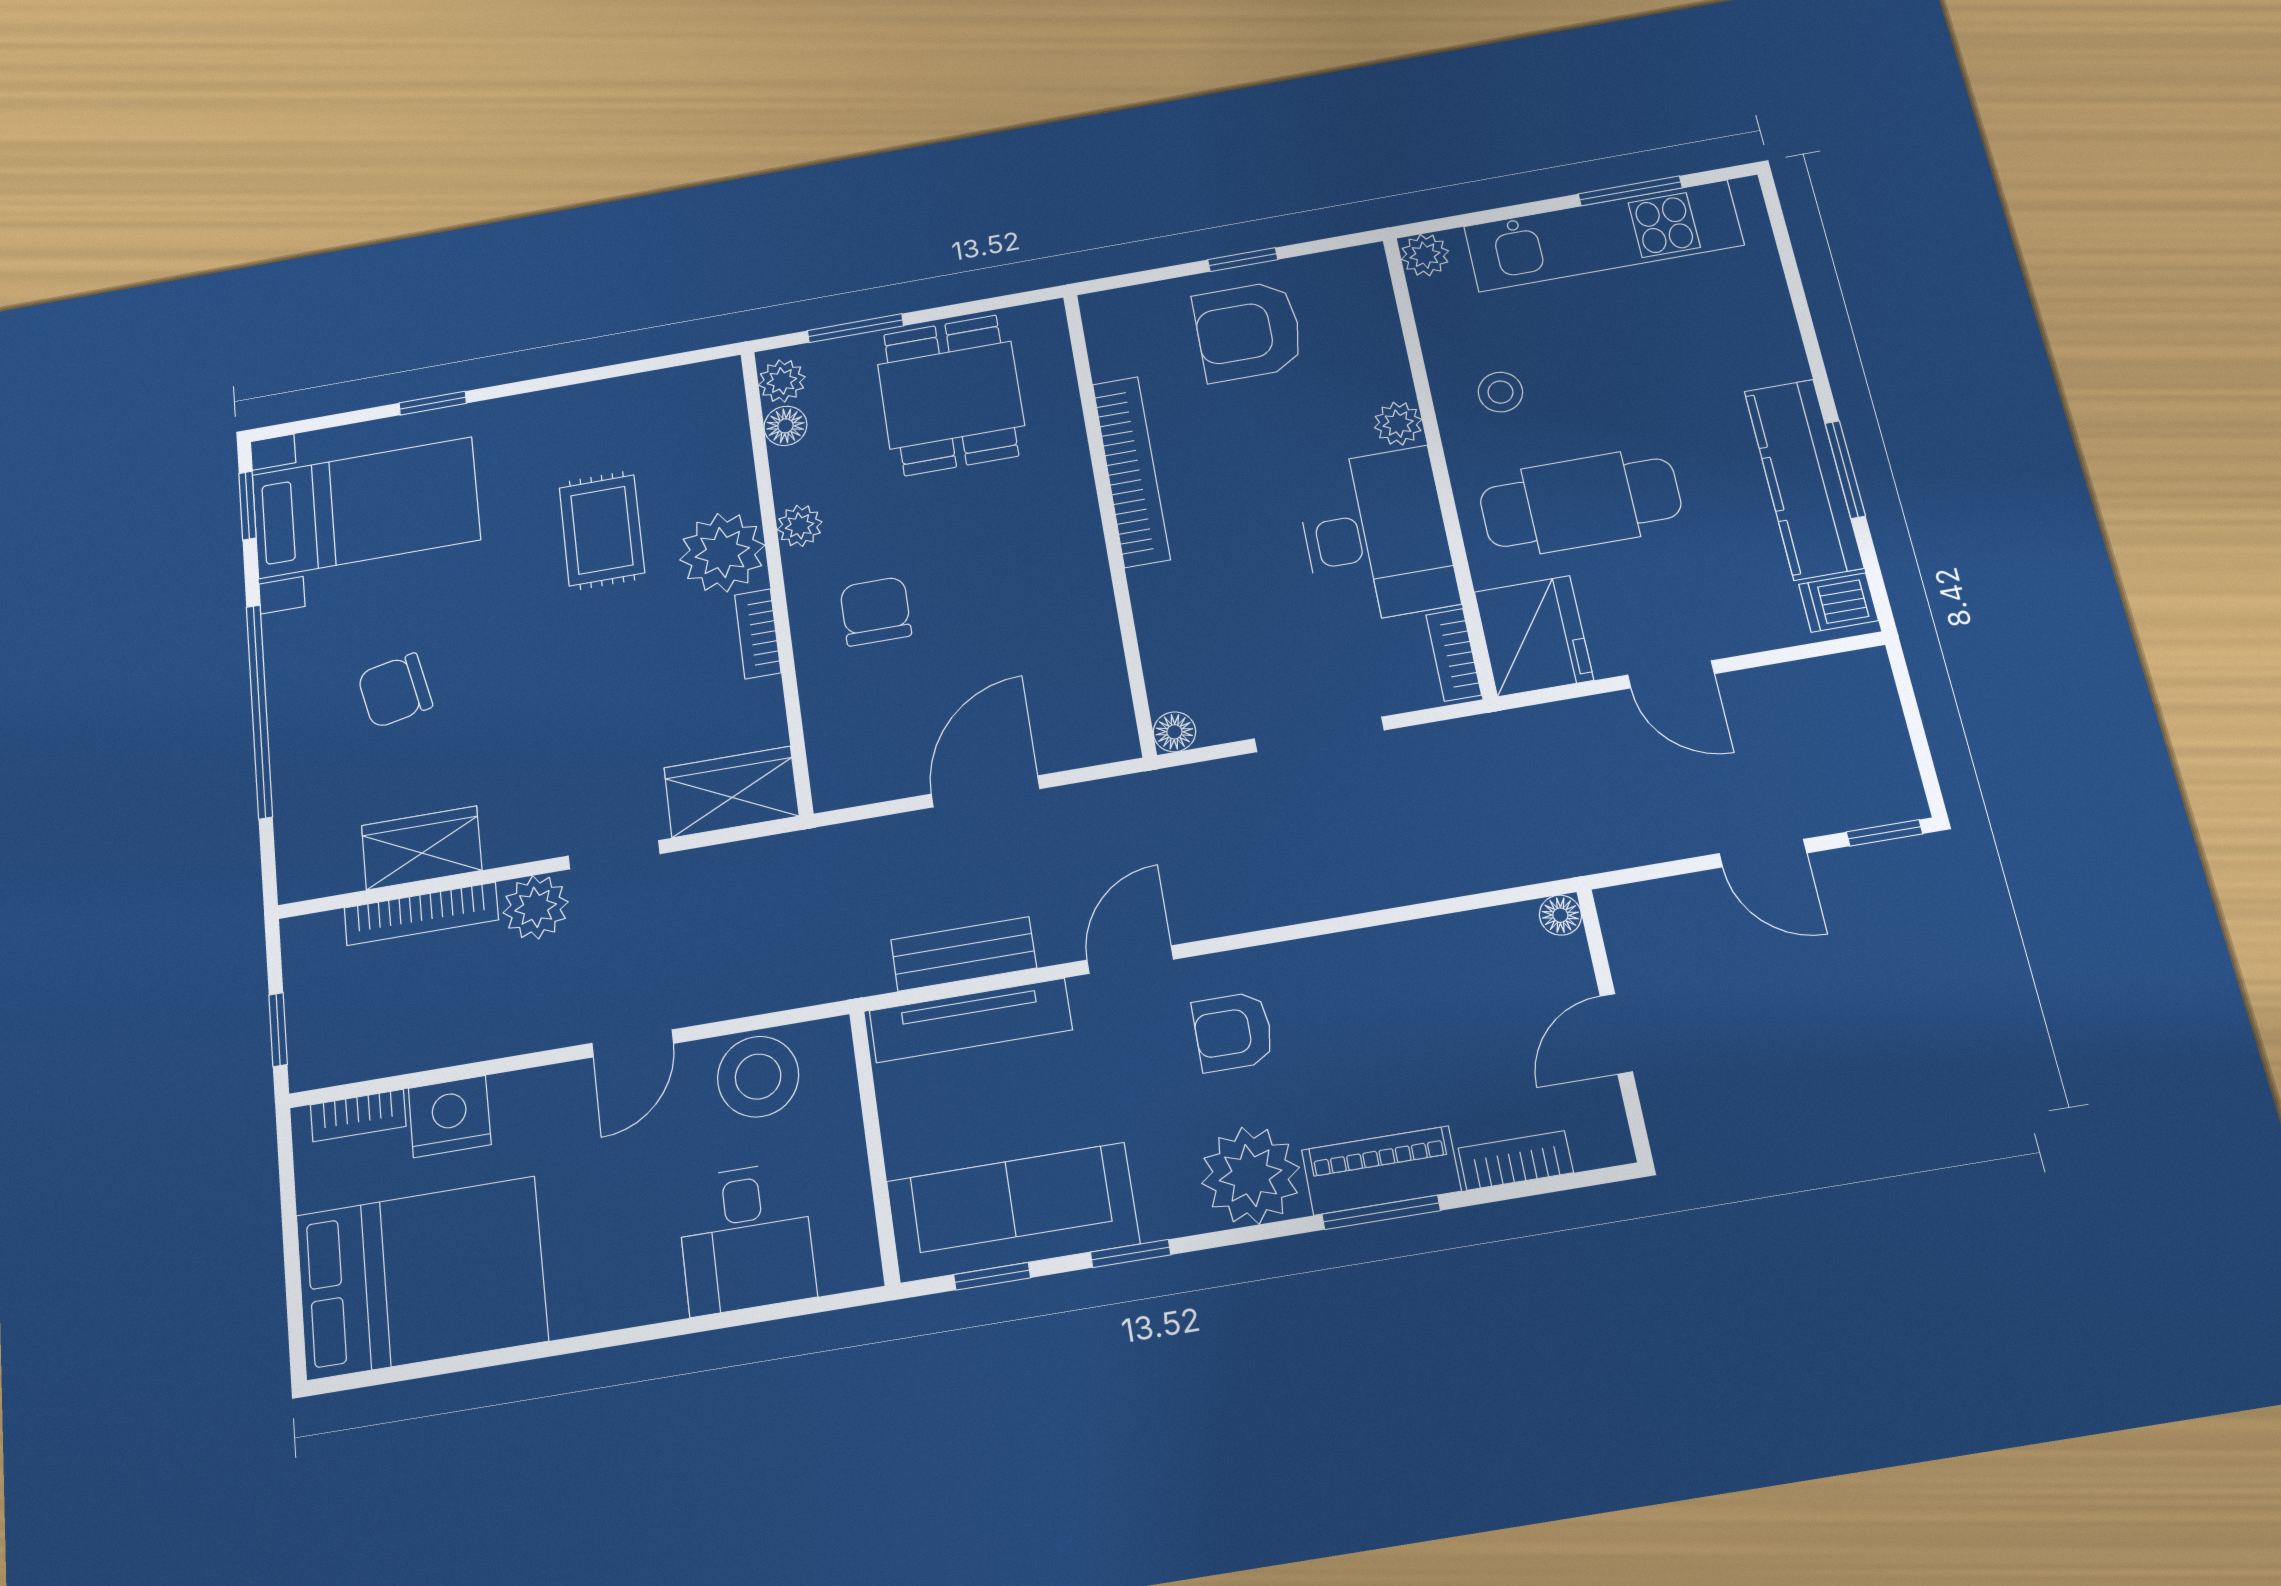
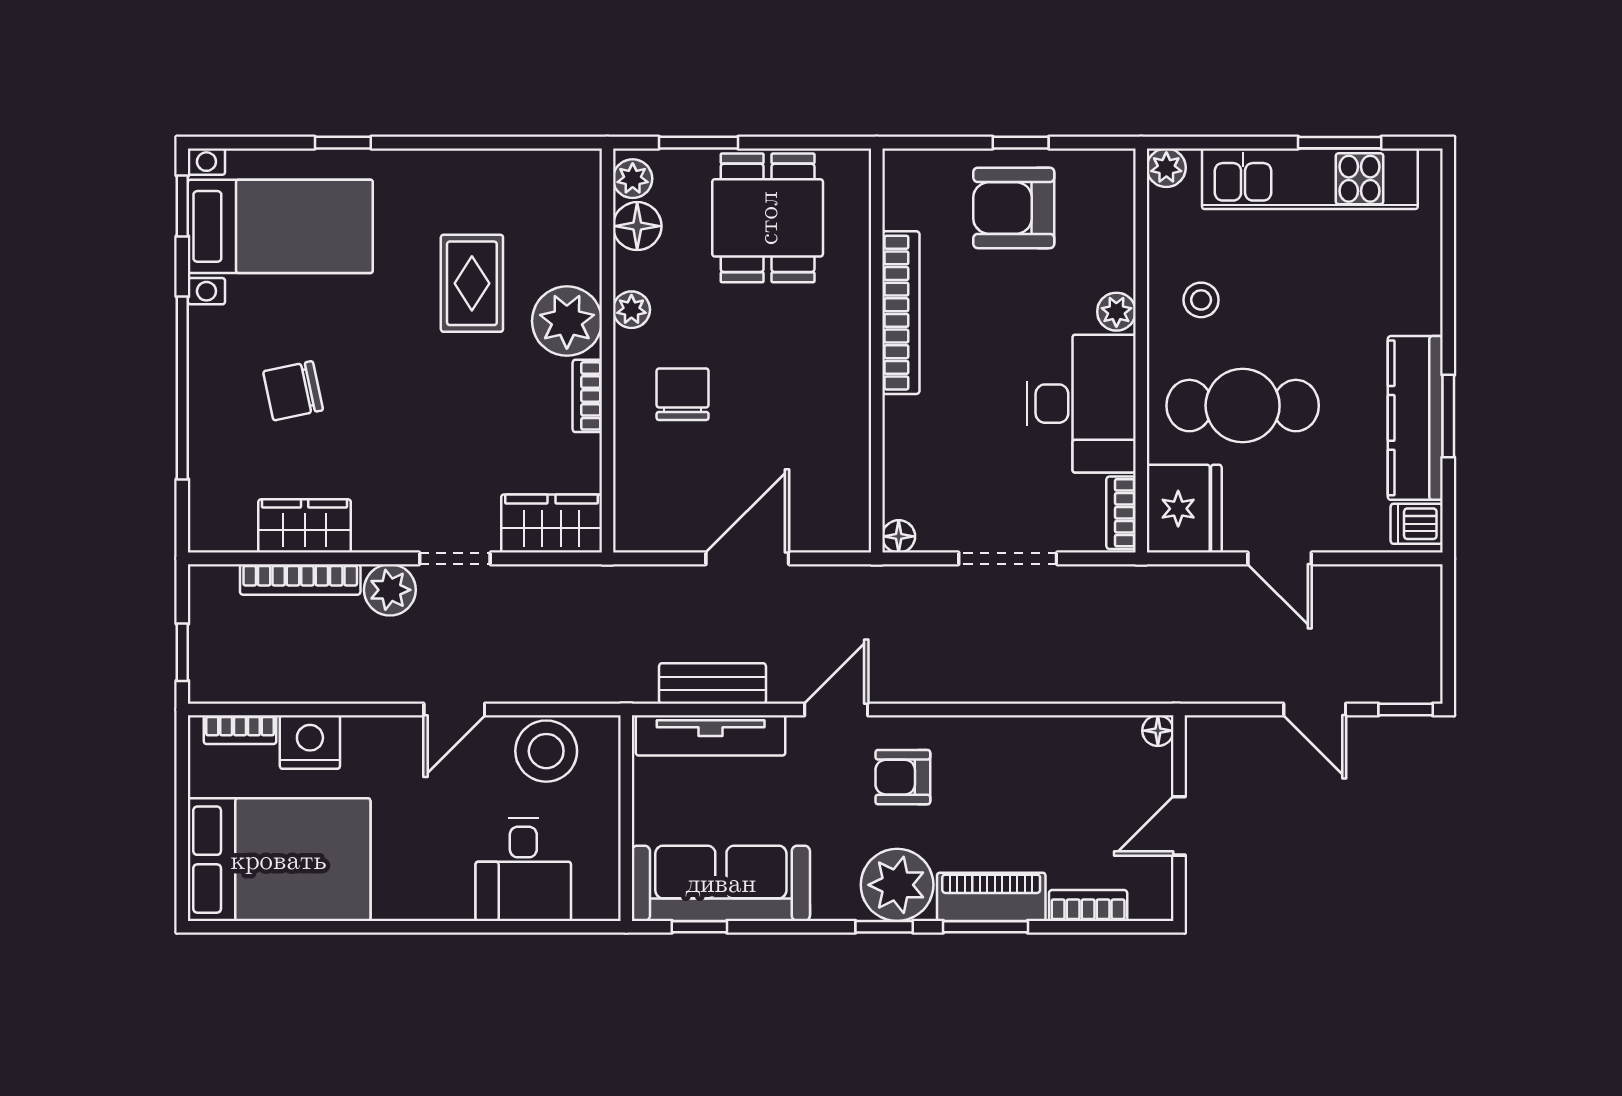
floor lamp: (785, 426) -> (637, 226), width x1.37, depth x1.37
window: (1131, 1253) -> (884, 927), moved

